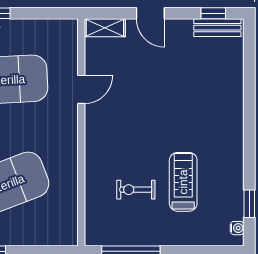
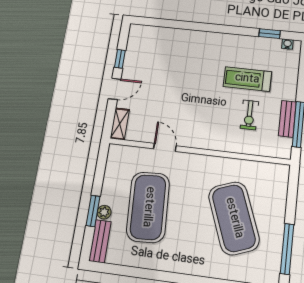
window: (213, 13) -> (120, 59), moved
bench: (217, 28) -> (287, 119), moved

